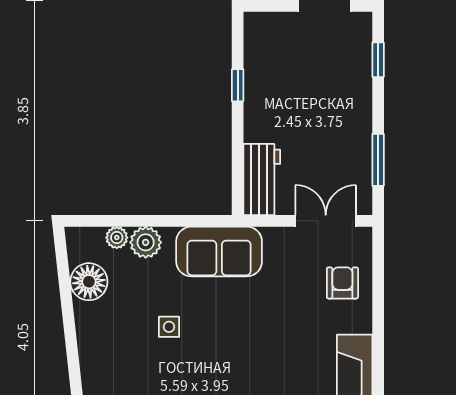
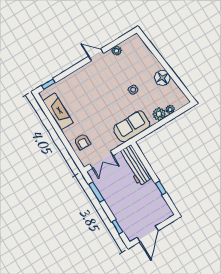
workbench: (262, 180) -> (135, 165), width x1.38
floor lamp: (89, 282) -> (162, 78), moved

